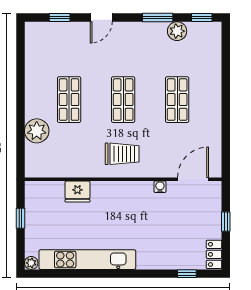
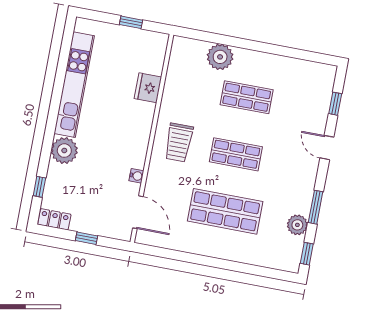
shop shelf: (177, 100) -> (225, 211), width x1.43, depth x1.36
plant: (31, 263) -> (64, 151), moved, width x1.87, depth x1.87

